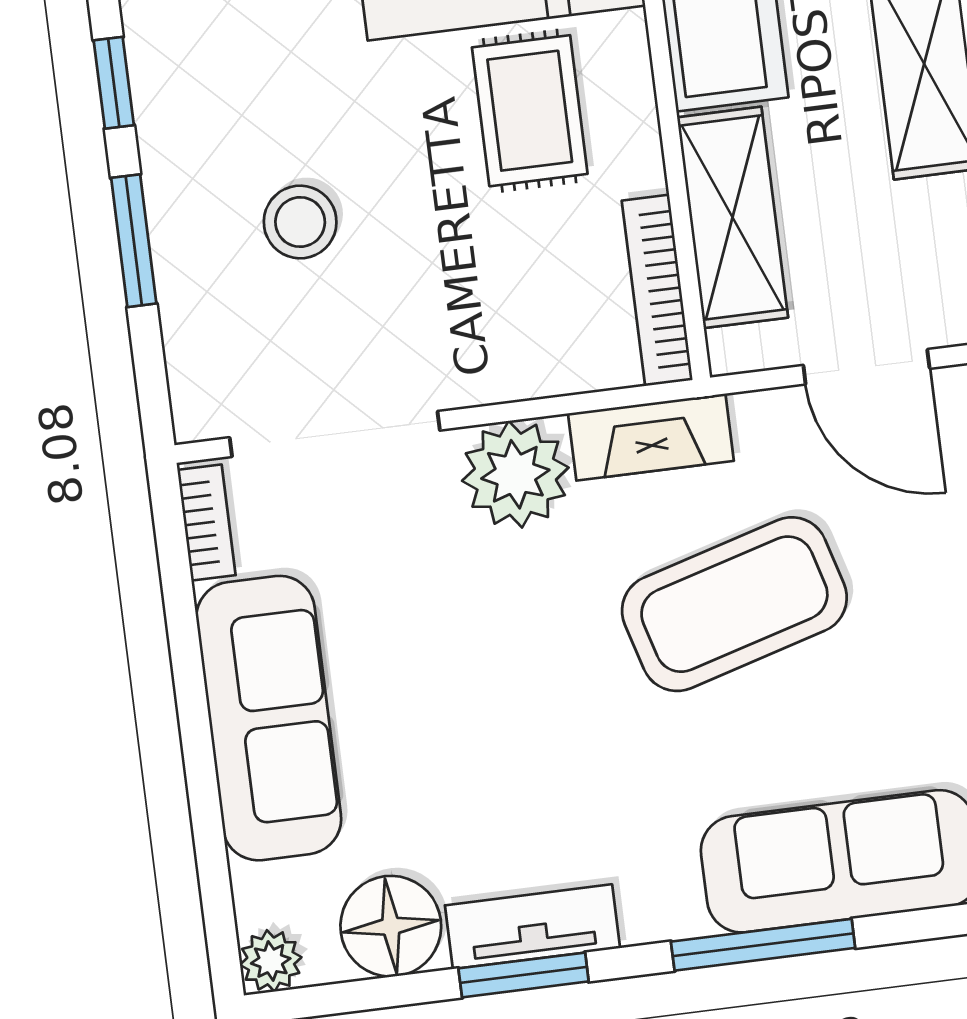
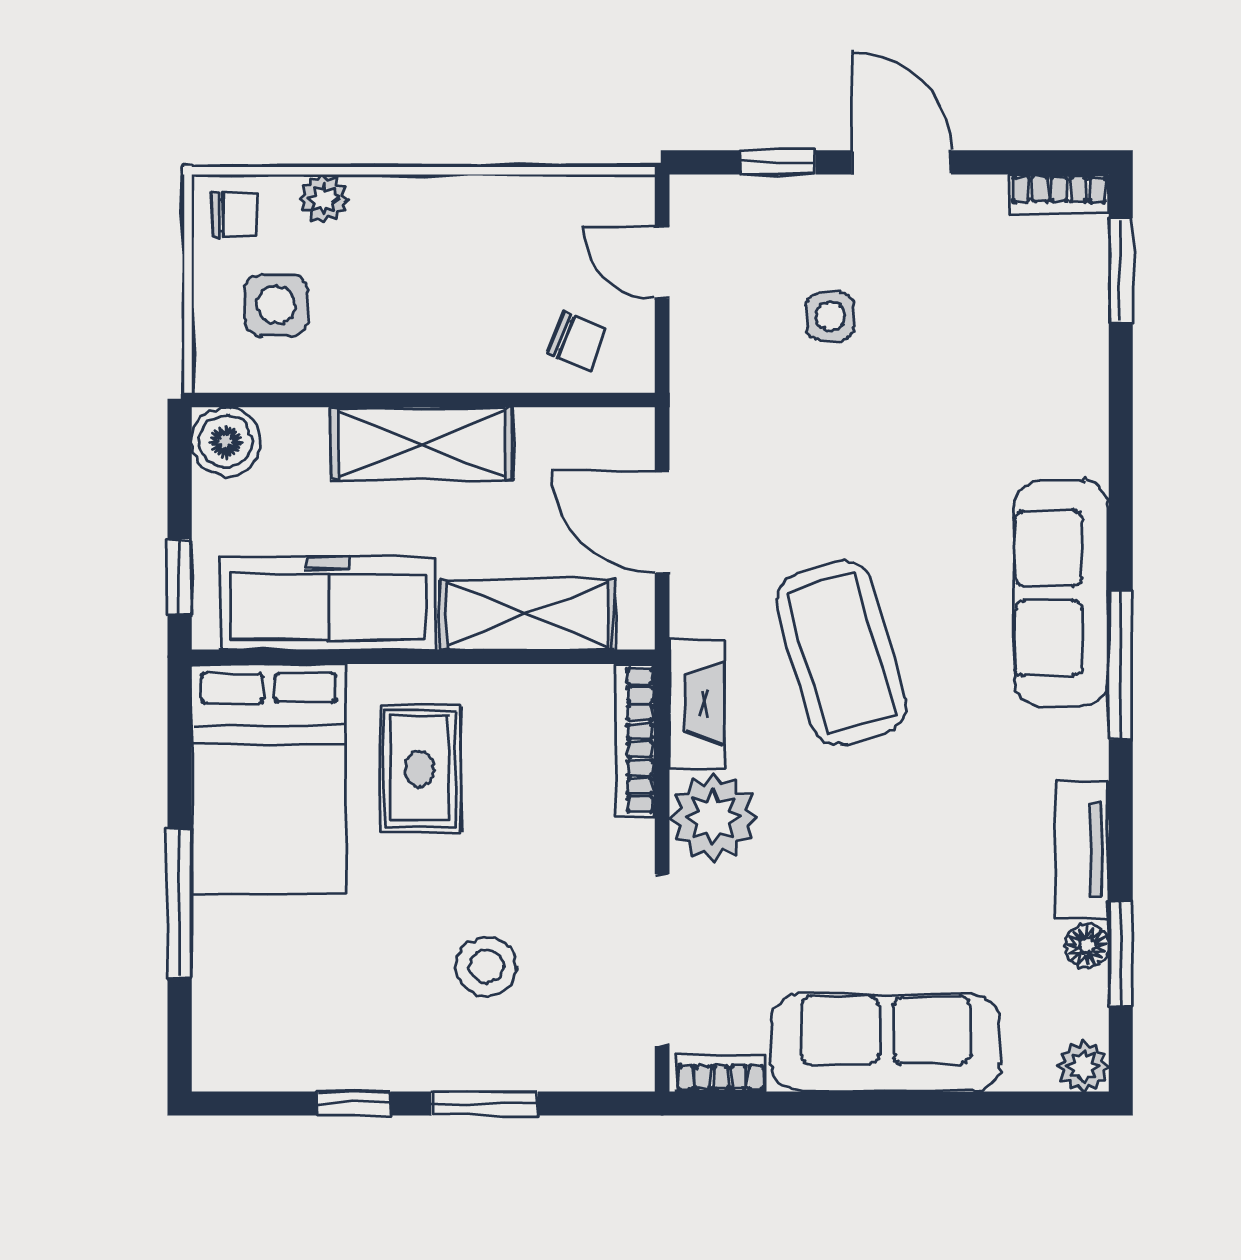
rug: (530, 111) -> (420, 769), turned 90
bookcase: (657, 290) -> (635, 740), moved, turned 90
door: (866, 367) -> (662, 521), swing flipped
floor lamp: (391, 926) -> (1087, 946), width x0.53, depth x0.53
window: (524, 975) -> (1121, 954), moved

